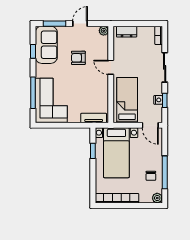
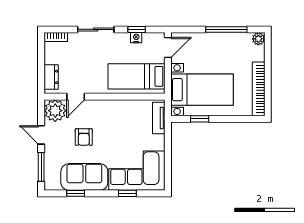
plant: (104, 31) -> (55, 111), width x1.88, depth x1.88
sofa: (46, 45) -> (84, 177), moved
door: (111, 67) -> (76, 97), moved
window: (33, 93) -> (127, 193), width x0.46
chair: (151, 176) -> (231, 47), removed

